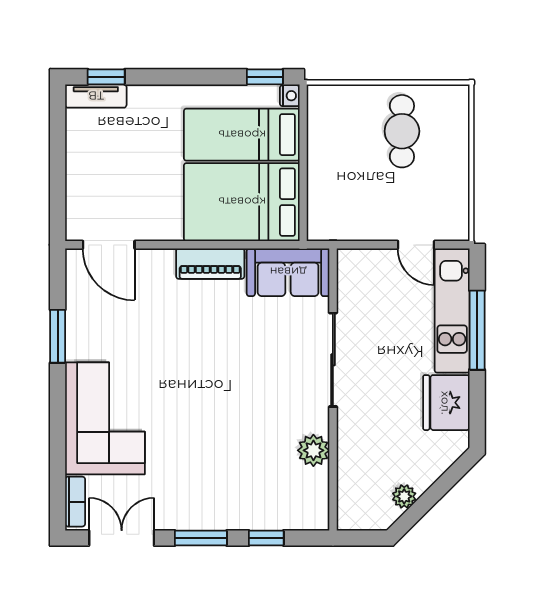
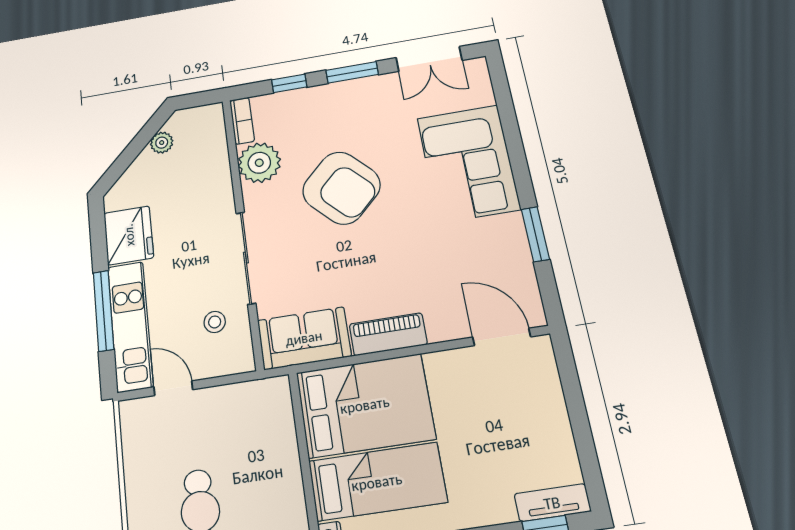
stool: (370, 301) -> (215, 322), added
armchair: (231, 415) -> (341, 188), added
plant: (313, 450) -> (259, 163), width x1.36, depth x1.36
bookcase: (75, 502) -> (242, 121), moved, turned 180

